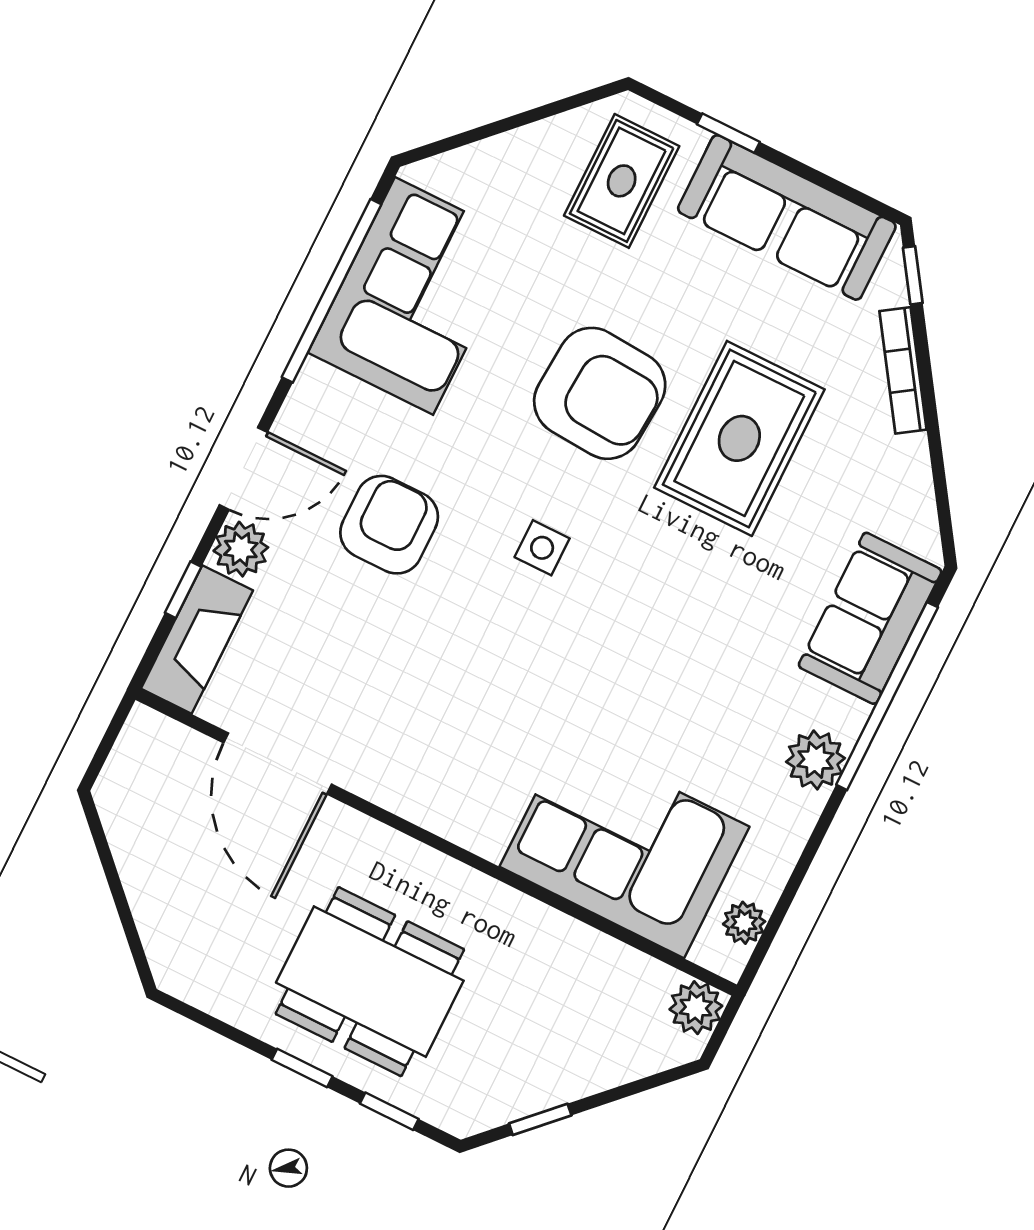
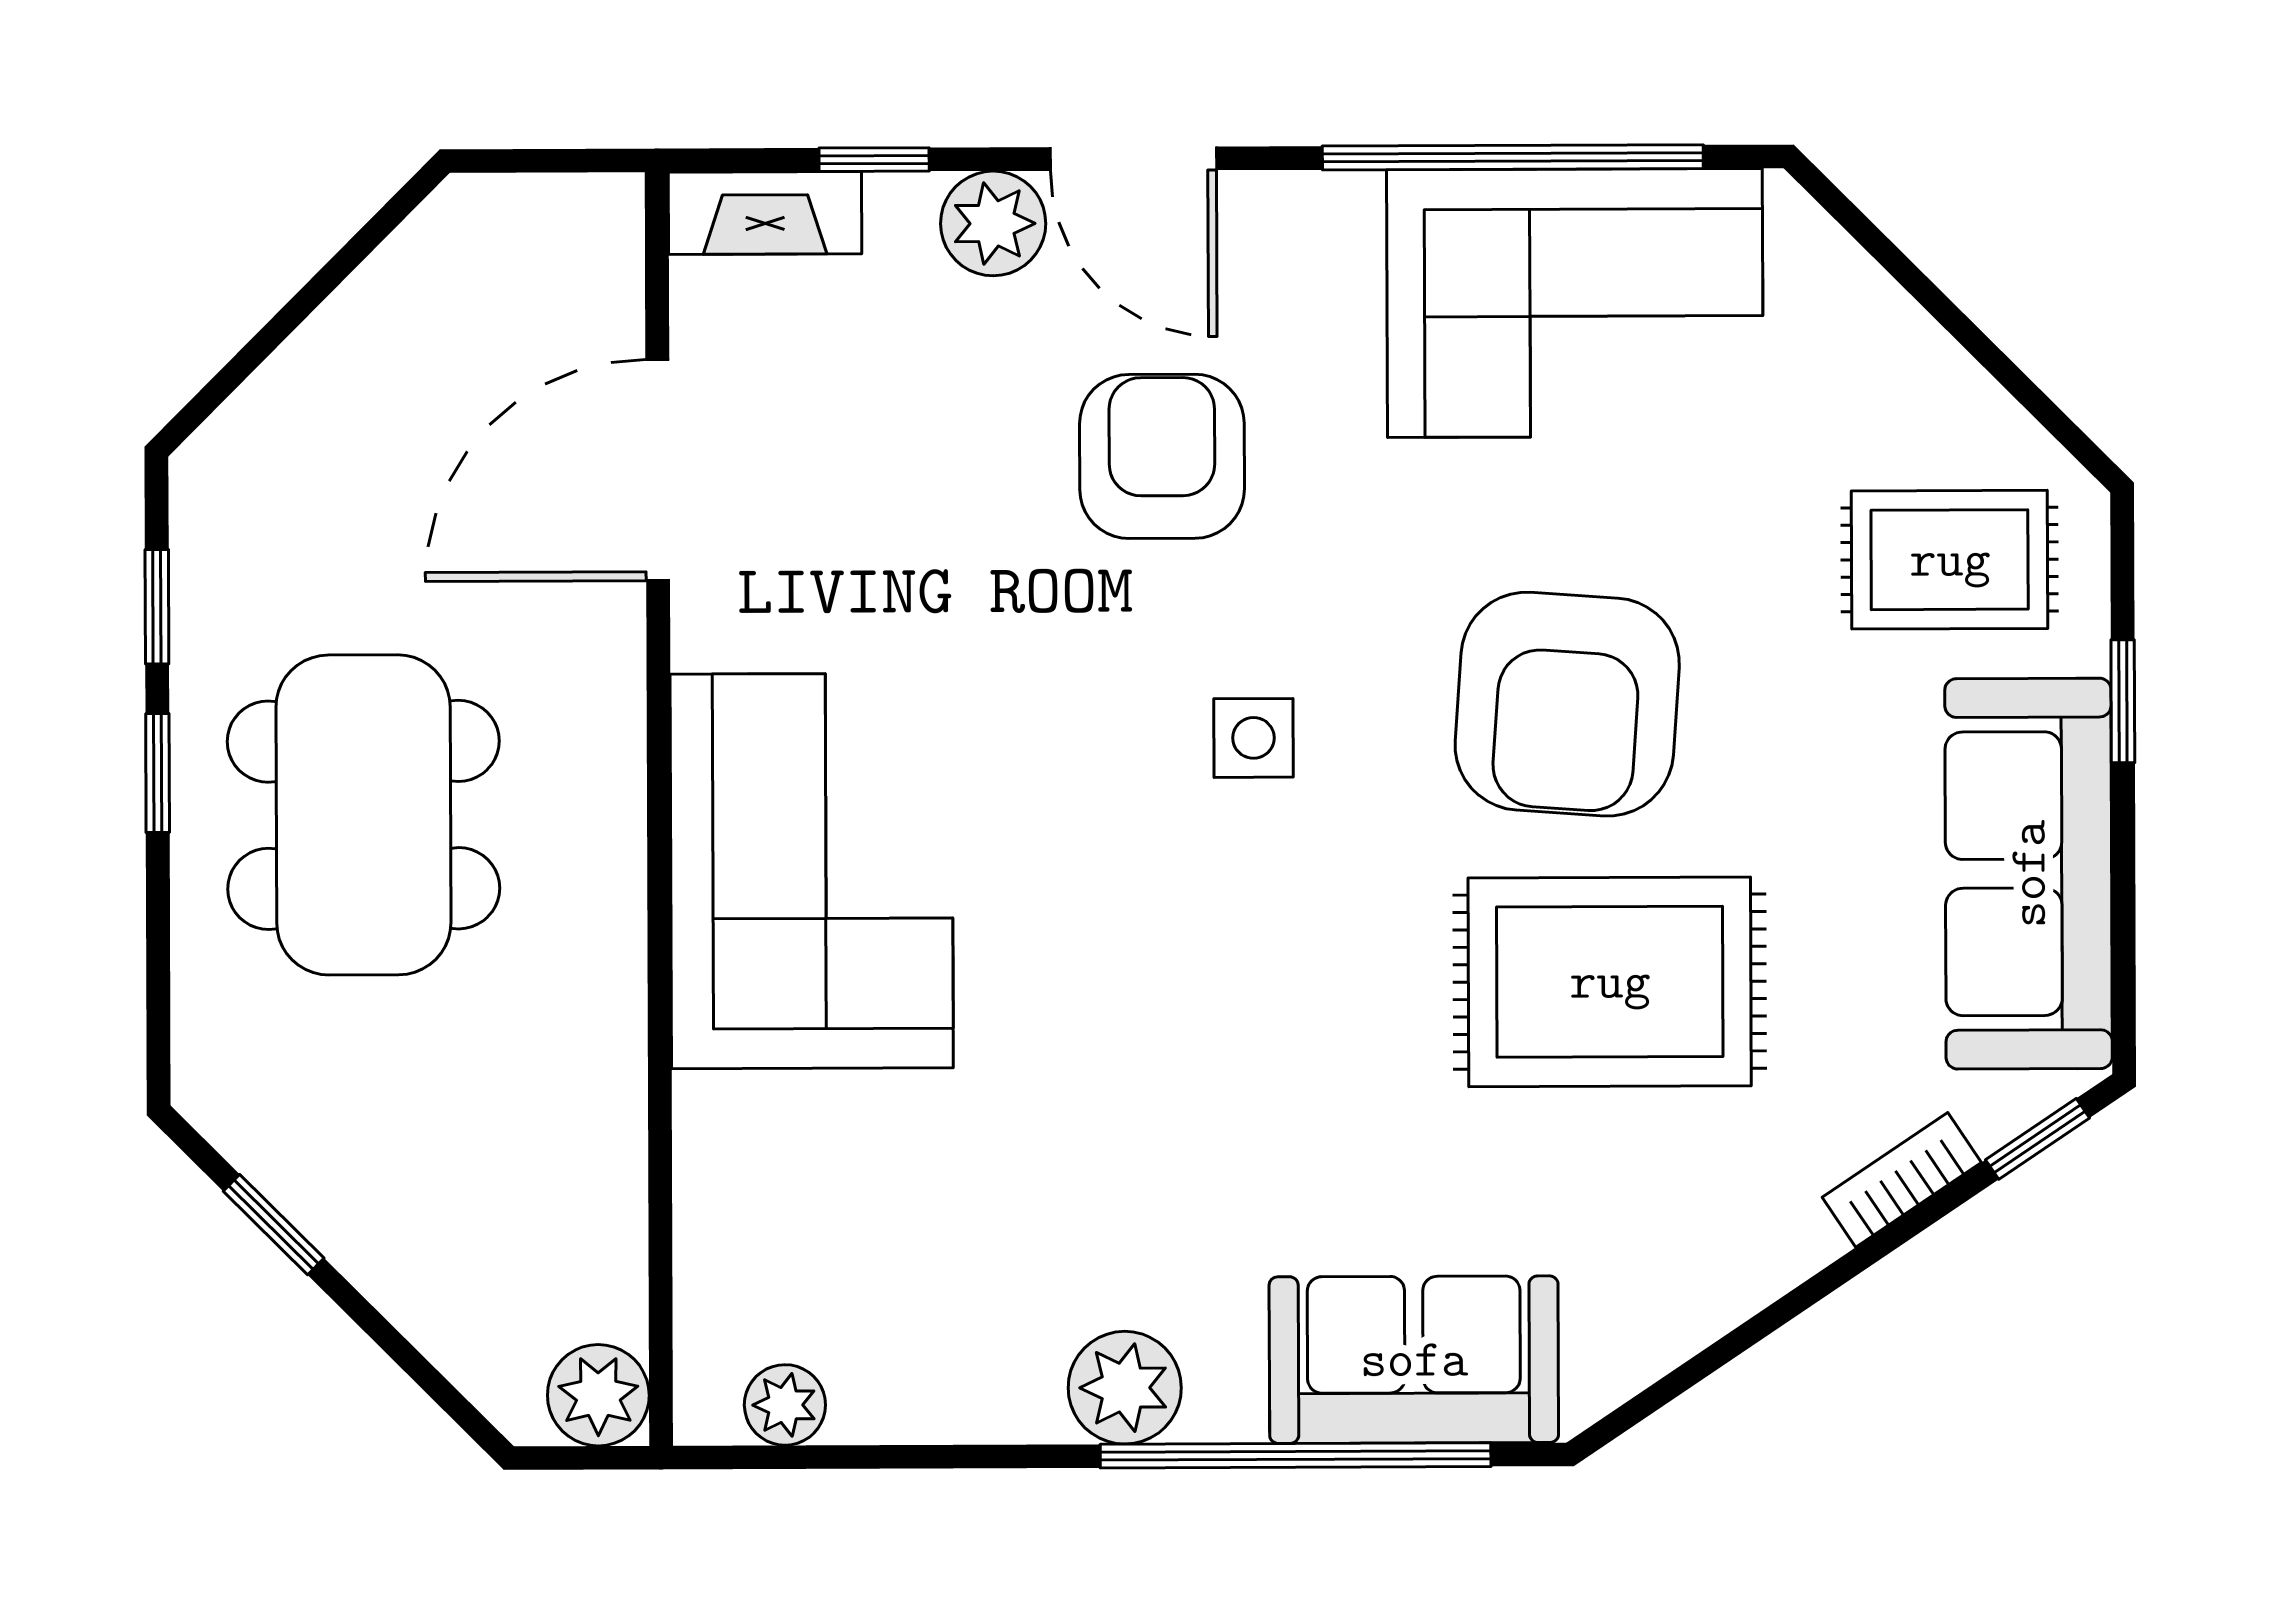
bookcase: (903, 370) -> (1902, 1180), width x0.64
armchair: (389, 525) -> (1162, 456), turned -90
fireplace: (197, 640) -> (765, 213), width x0.73, depth x0.76
corner sofa: (625, 847) -> (812, 871), moved
window: (389, 1111) -> (157, 607), moved

